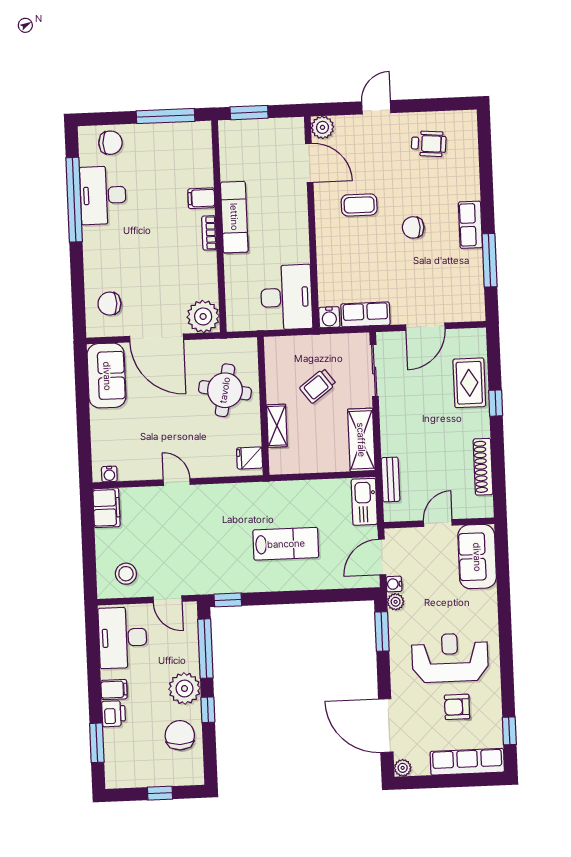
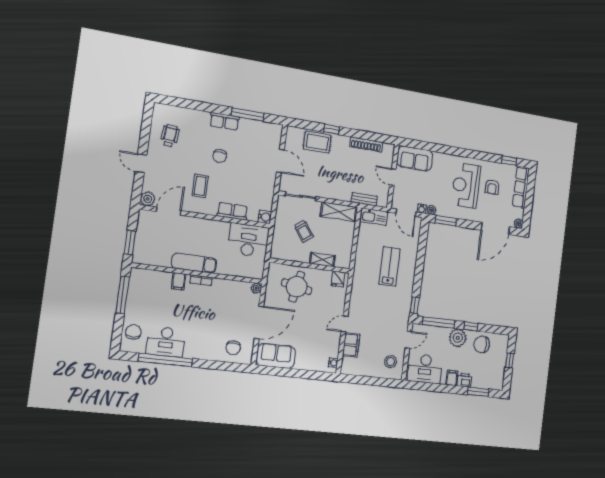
row of seats: (365, 314) -> (232, 211), moved, turned 90
plant: (203, 316) -> (256, 288), width x0.53, depth x0.53
filing cabinet: (106, 508) -> (351, 345), moved, turned 90

